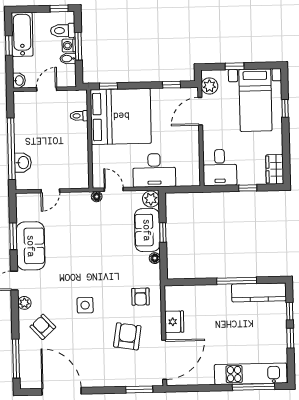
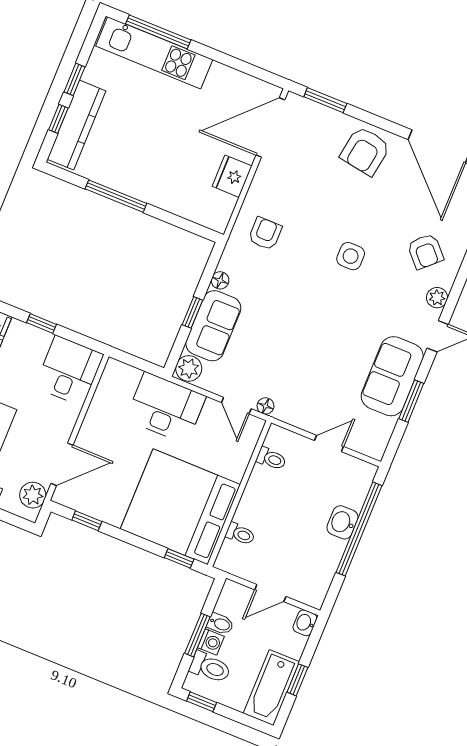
washbasin: (23, 163) -> (342, 522), moved
toilet: (80, 167) -> (271, 459), added
kitchen counter: (259, 292) -> (76, 125), moved, turned 90
armchair: (127, 336) -> (365, 151), moved

